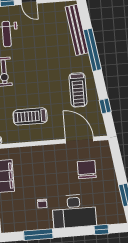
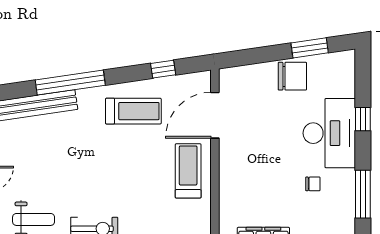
treadmill: (30, 116) -> (188, 171), moved, turned 180
chair: (87, 170) -> (292, 76), moved, turned 180
window: (101, 230) -> (363, 119), moved

